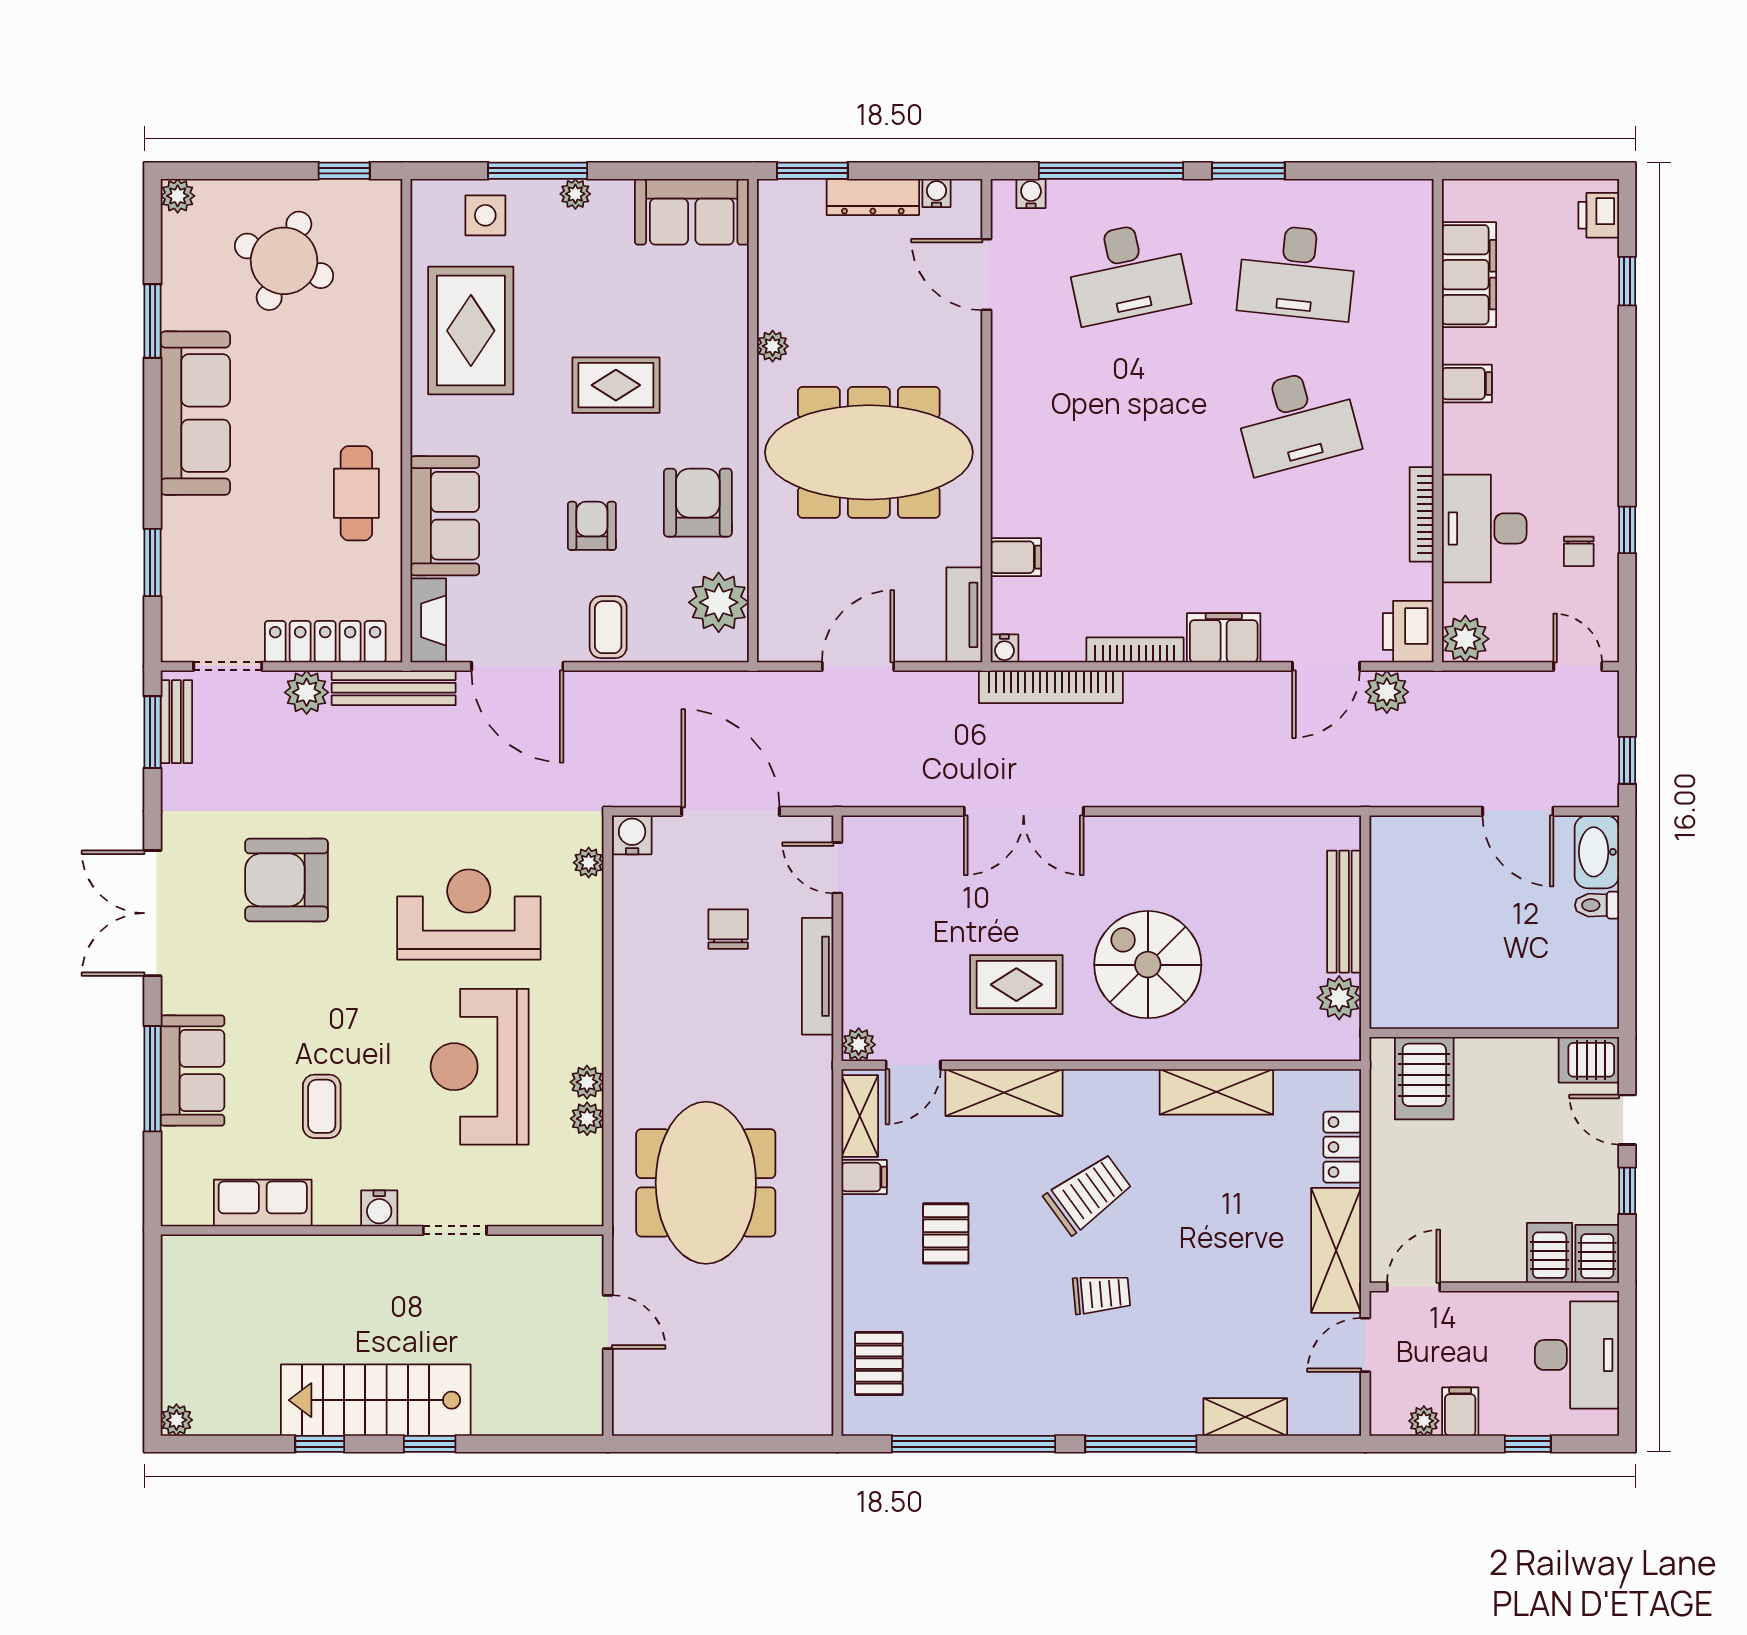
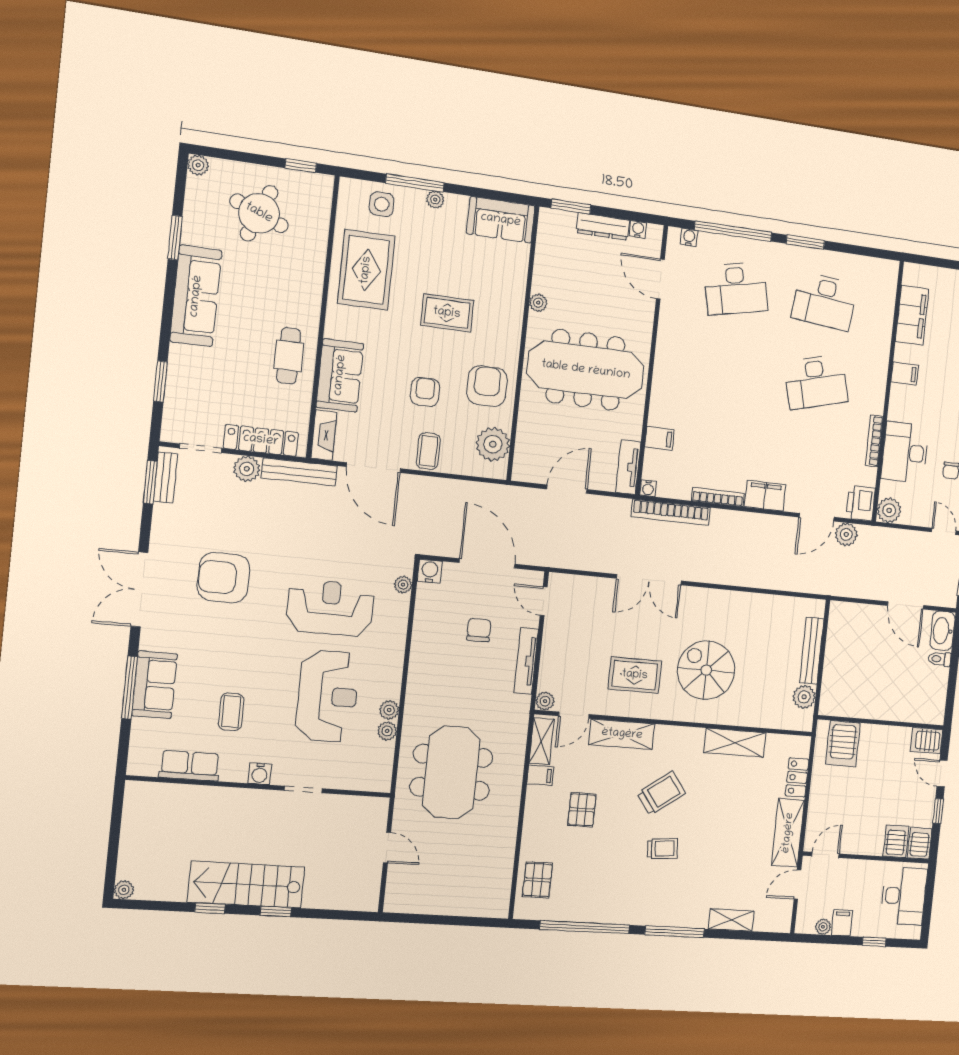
reception desk: (480, 1067) -> (328, 696), turned 180

